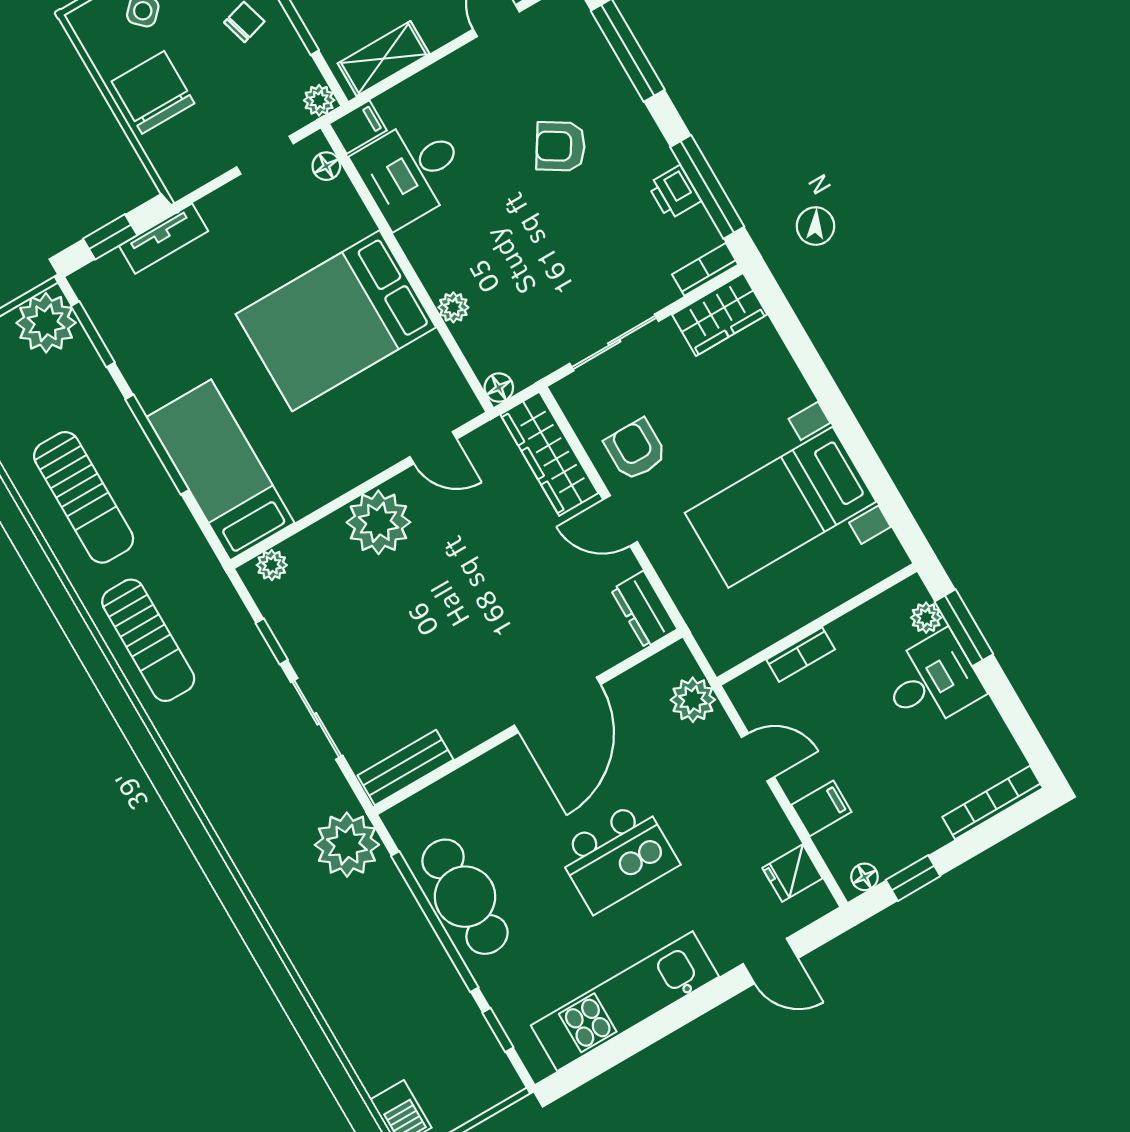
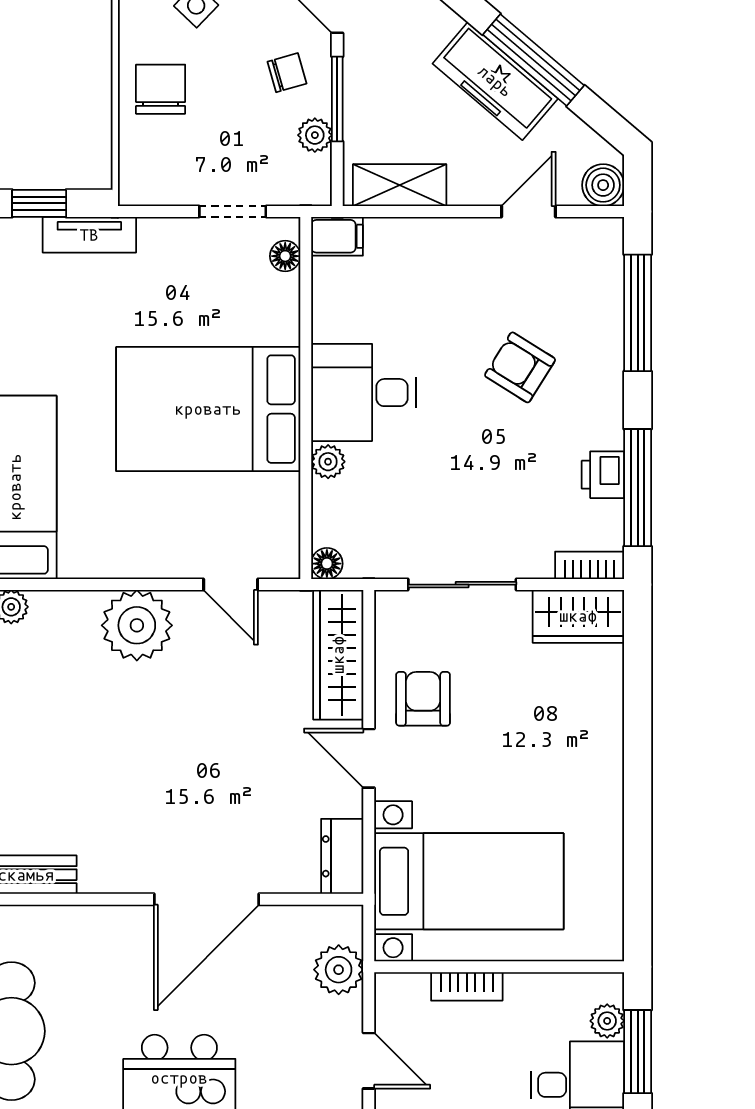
chair: (153, 92) -> (161, 89), width x0.73, depth x0.73
plant: (319, 100) -> (315, 135), moved
desk: (411, 171) -> (364, 393), moved
bed with nightstands: (780, 507) -> (469, 881), moved, turned 180

